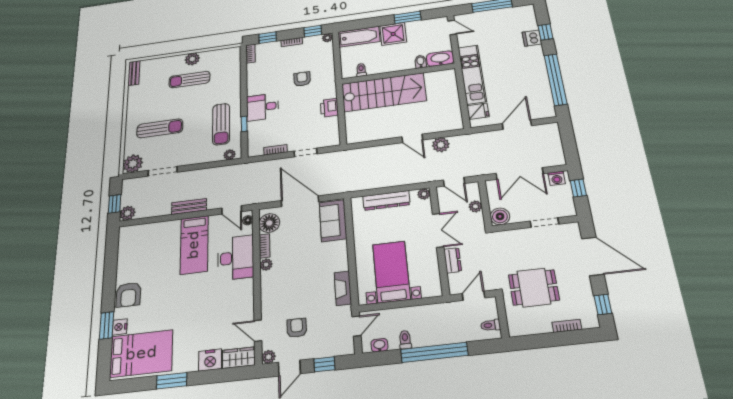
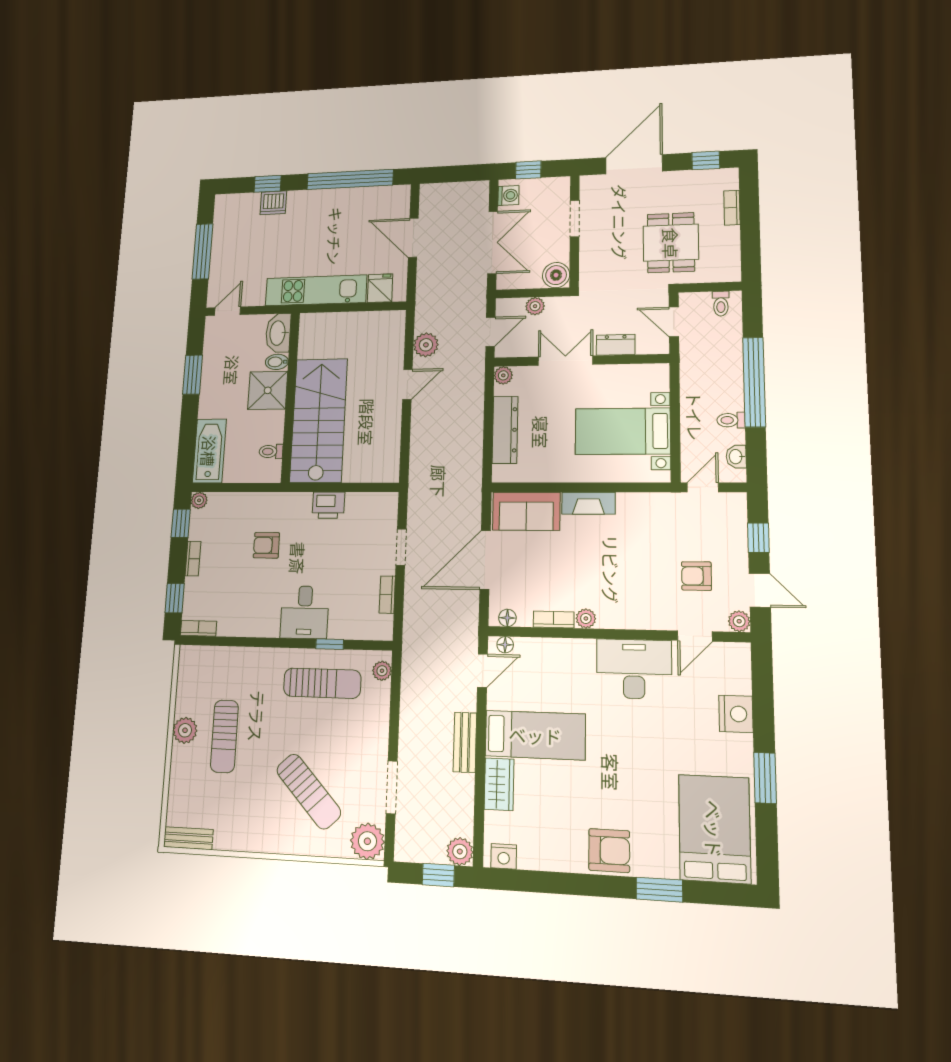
shower: (393, 34) -> (268, 390), moved
sun lounger: (160, 128) -> (309, 791), turned 137
floor lamp: (269, 223) -> (507, 618), width x0.53, depth x0.53
desk: (236, 258) -> (634, 669), moved
fireplace: (343, 288) -> (588, 503), moved
door: (356, 326) -> (703, 487), hinge flipped
nightstand: (120, 327) -> (504, 856), moved
wardrobe: (239, 358) -> (499, 784), moved, turned 180

